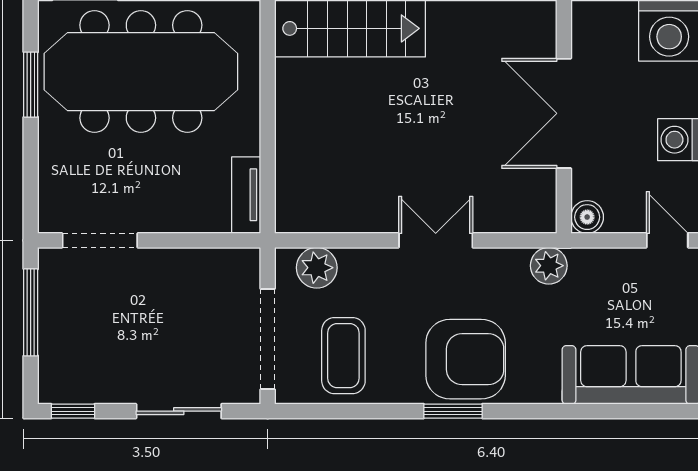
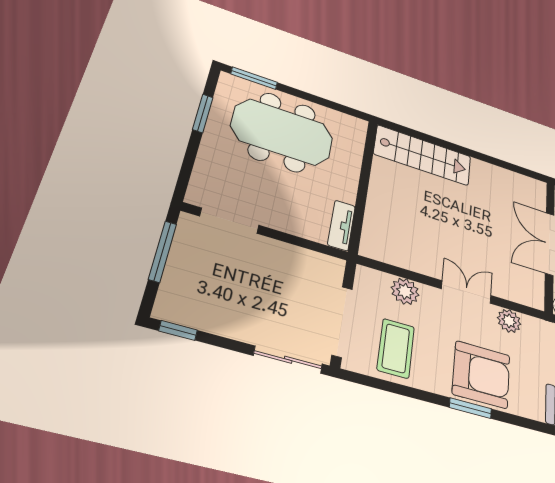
meeting table: (141, 72) -> (282, 132), width x0.73
plant: (549, 266) -> (509, 321), moved
plant: (317, 268) -> (405, 291), moved
sliding door: (179, 411) -> (288, 360), moved

